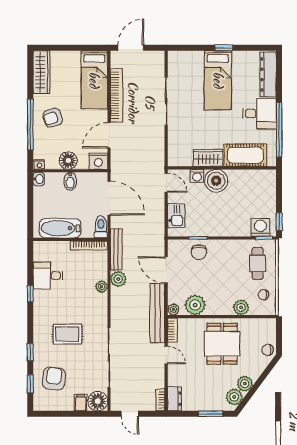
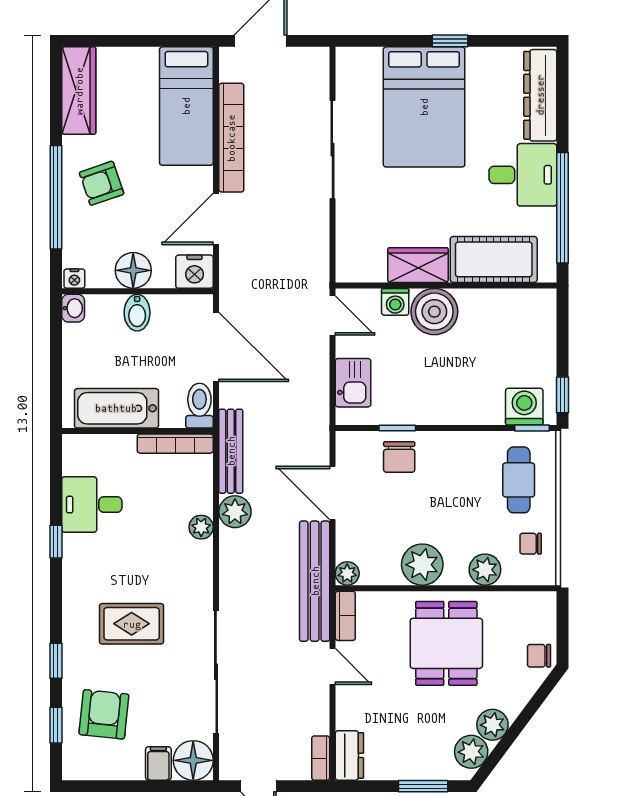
bed: (218, 80) -> (424, 107), width x1.50
plant: (195, 305) -> (422, 565), moved

